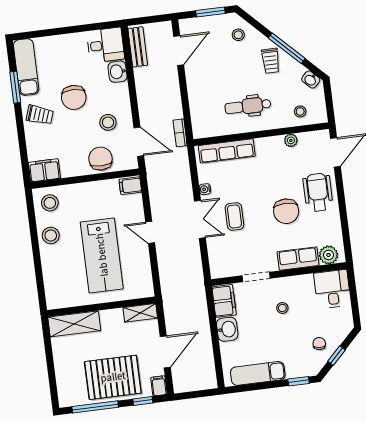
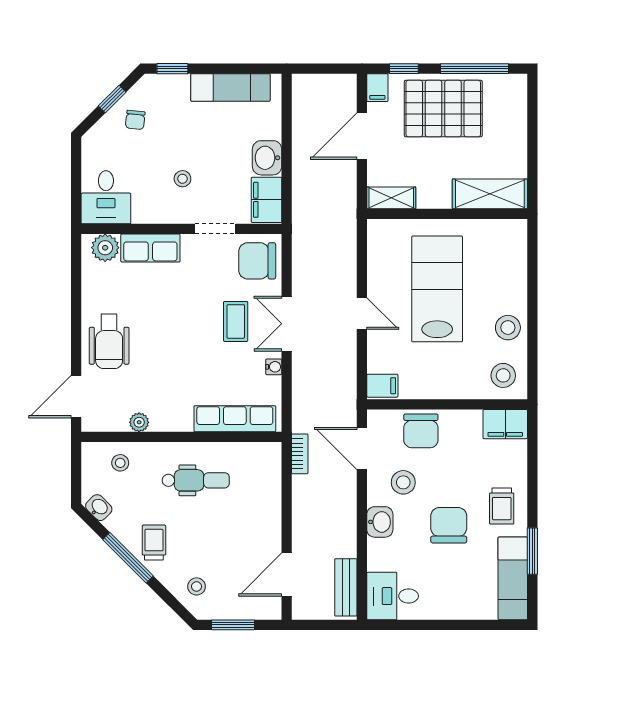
washbasin: (118, 72) -> (380, 522), moved
trolley: (40, 115) -> (502, 506), turned -109
chair: (286, 211) -> (257, 261), moved, turned -90

